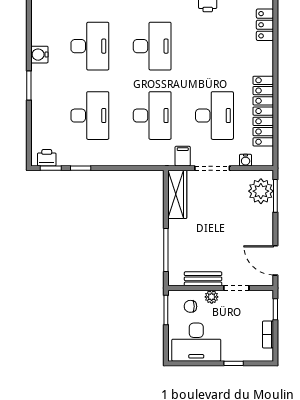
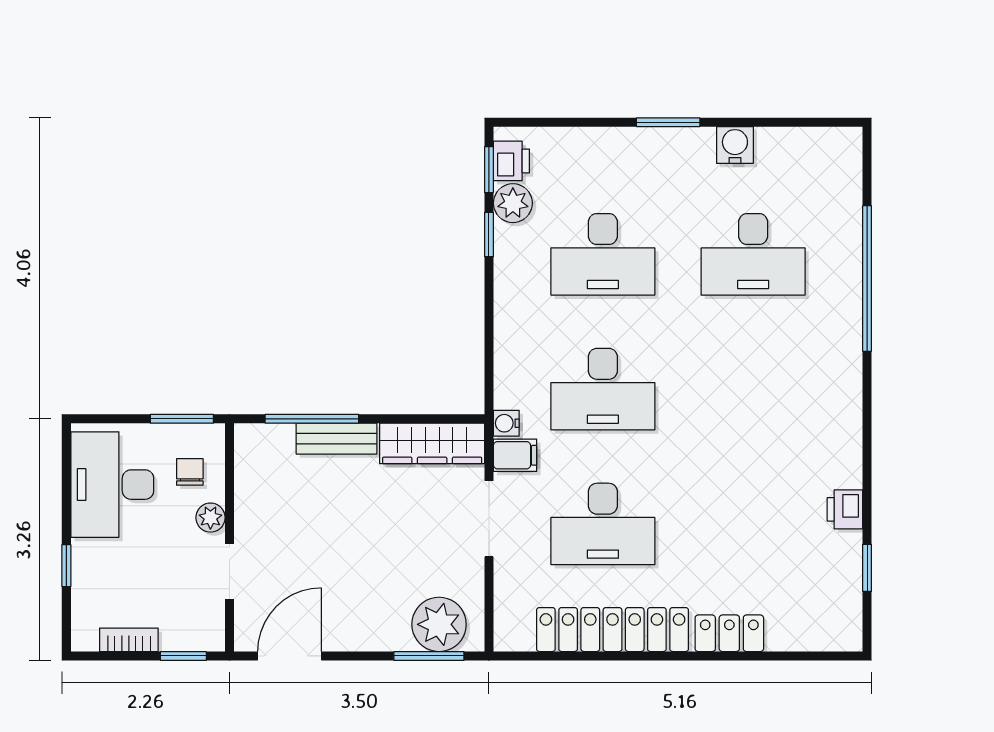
locker: (265, 25) -> (729, 633), moved
desk: (152, 46) -> (753, 389), removed
plant: (66, 157) -> (513, 203), added
water cooler: (246, 160) -> (506, 423), moved
bench: (203, 279) -> (336, 439), moved, turned 90

